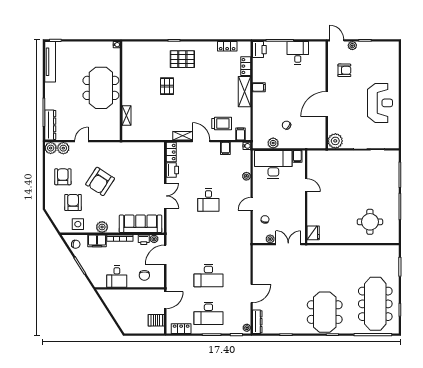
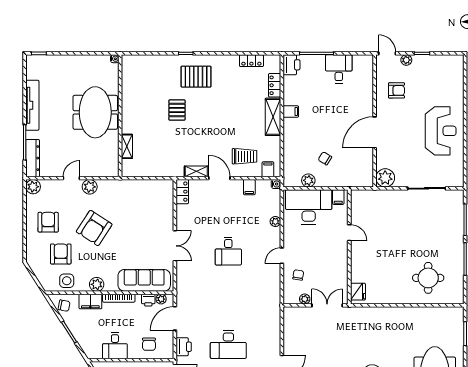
tv unit: (50, 62) -> (32, 105), moved
plant: (63, 148) -> (90, 187), moved
printer: (172, 170) -> (184, 347), moved

